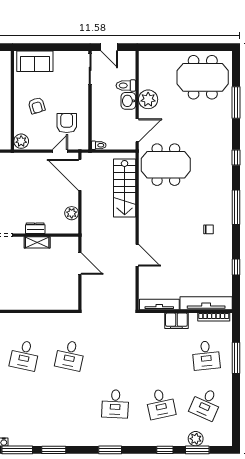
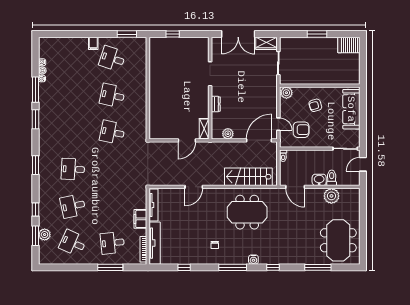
sofa: (35, 61) -> (351, 109), width x1.36
plant: (148, 99) -> (331, 196), moved
meeting table: (166, 165) -> (247, 212), moved, turned 90
water cooler: (226, 182) -> (253, 260), added
shelving: (37, 242) -> (204, 129), moved

